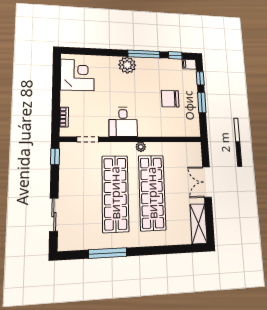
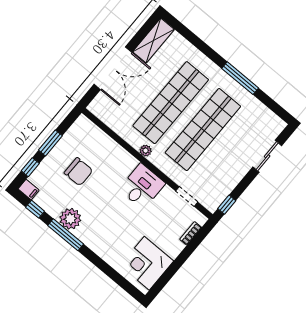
plant: (127, 65) -> (70, 219), moved
double door: (207, 182) -> (113, 68), width x1.37
window: (108, 253) -> (240, 78), moved

